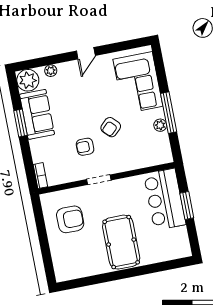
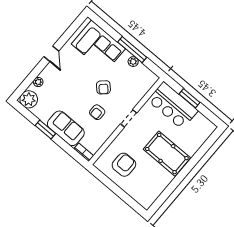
sofa: (37, 114) -> (66, 128), moved
doorway: (99, 180) -> (129, 118), moved

